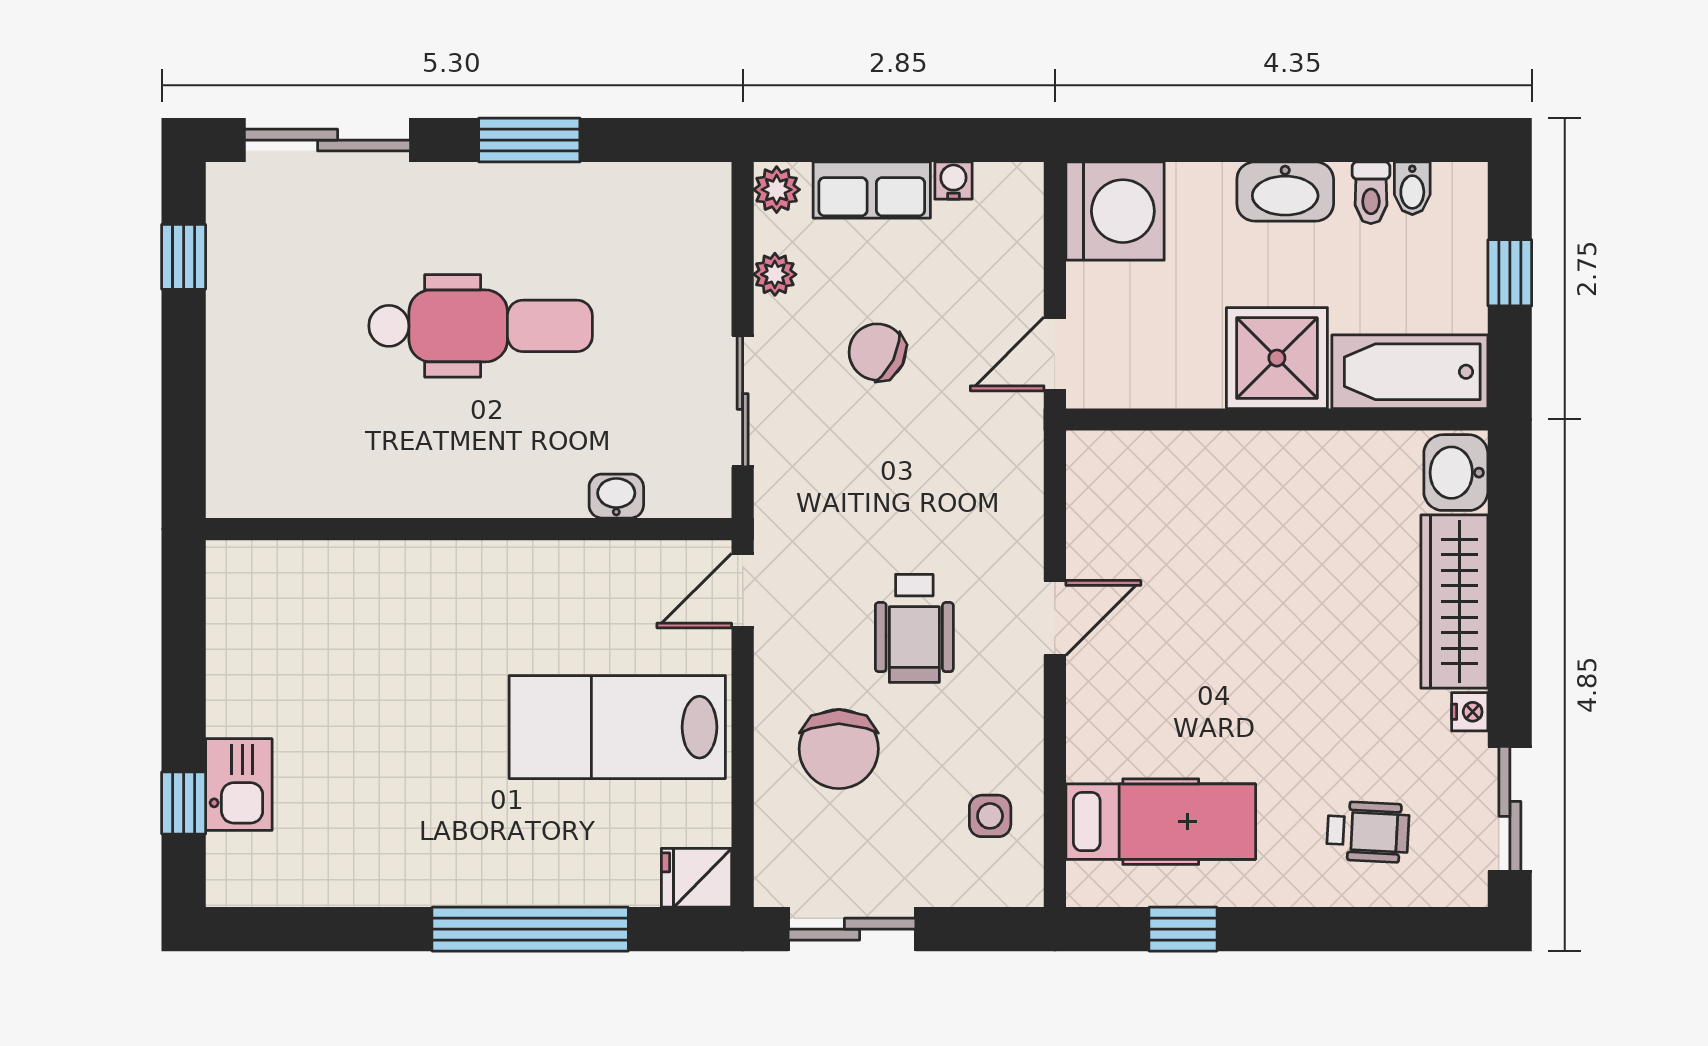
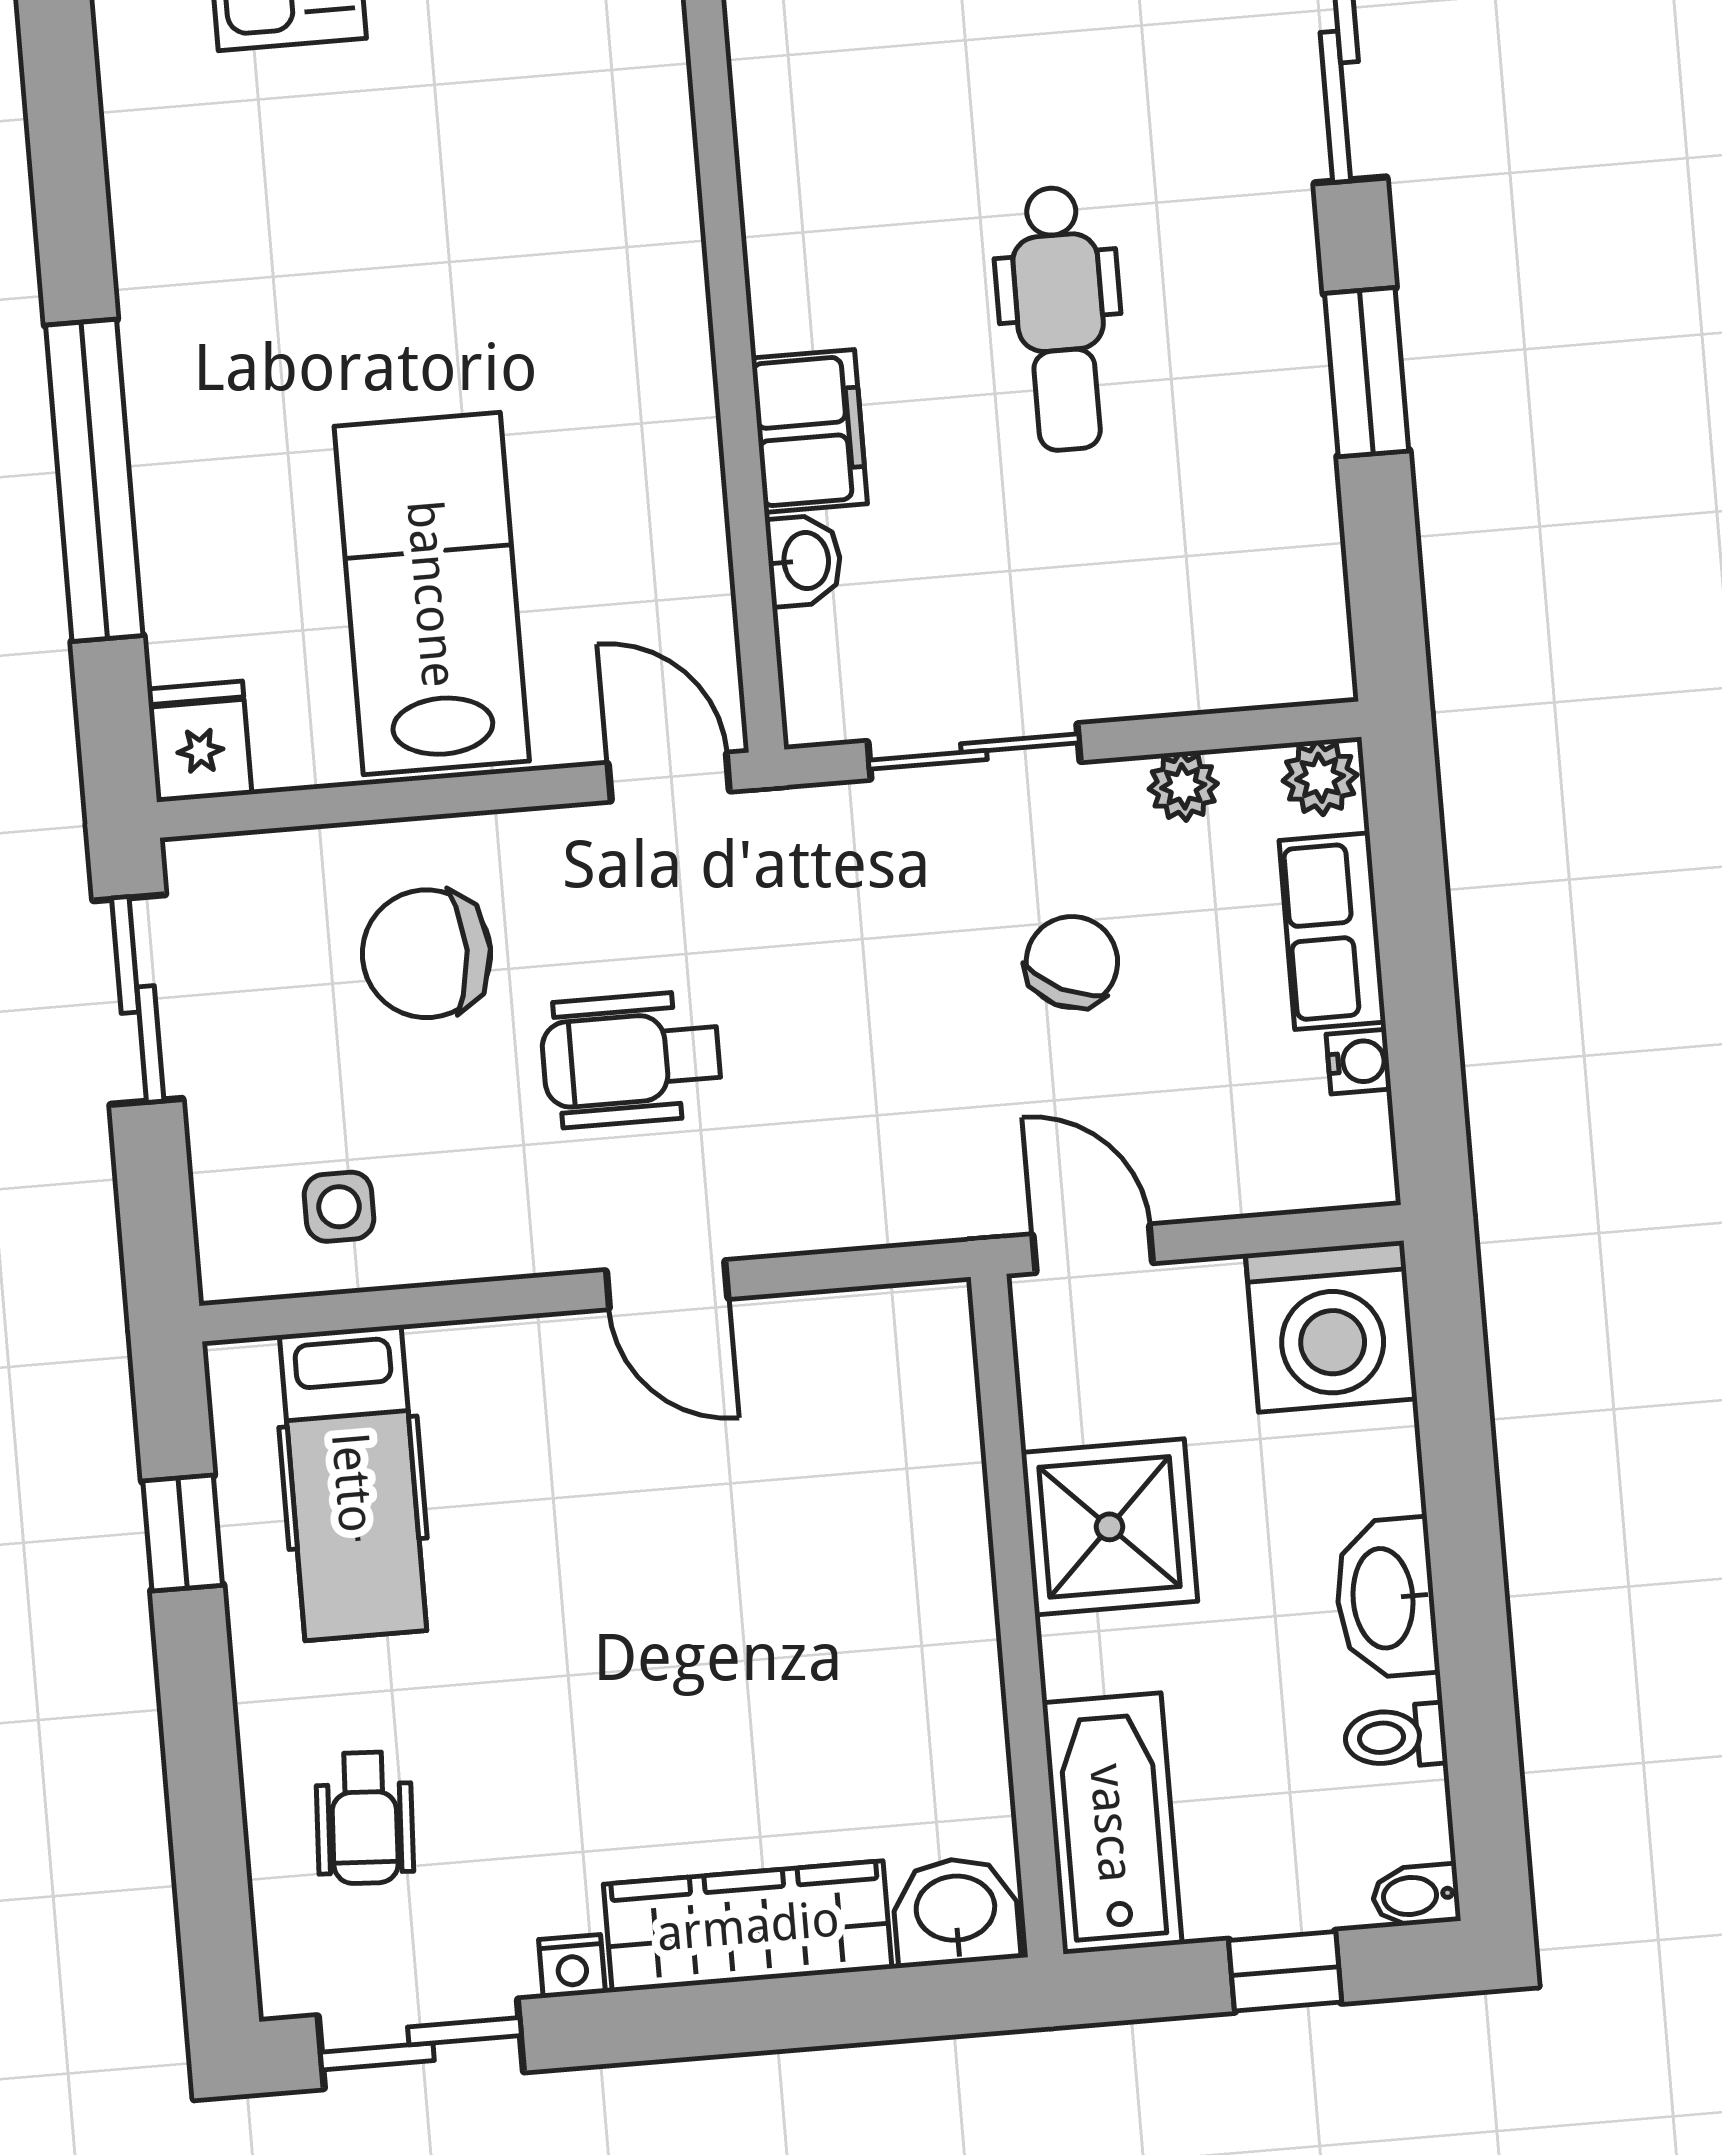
bidet: (1412, 188) -> (1416, 1896), moved
dental chair: (481, 326) -> (1060, 319), width x0.73, depth x0.72
shower: (1277, 358) -> (1109, 1527), moved
filing cabinet: (537, 486) -> (809, 431), added

